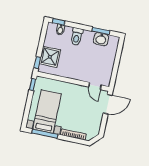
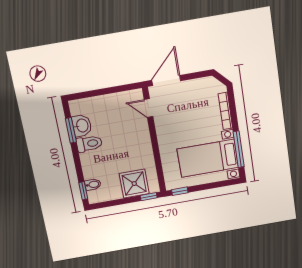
toilet: (77, 37) -> (89, 144), moved
door: (95, 86) -> (149, 108), swing flipped
door: (108, 104) -> (166, 81), hinge flipped

